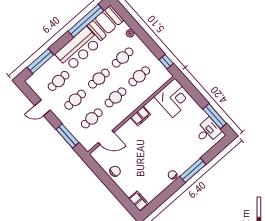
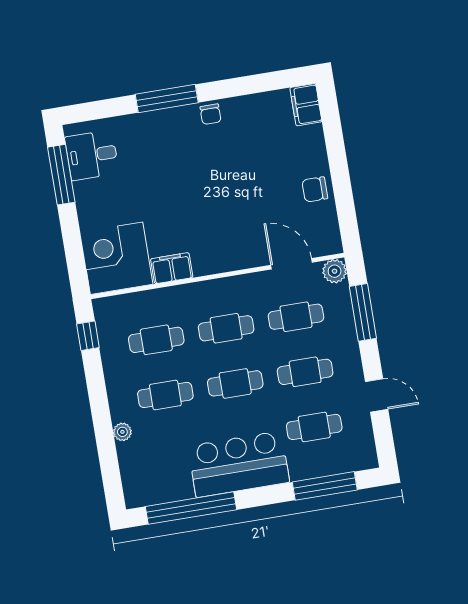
booth: (105, 23) -> (156, 481), removed
filing cabinet: (140, 116) -> (172, 268), moved
plant: (88, 145) -> (335, 271), added

